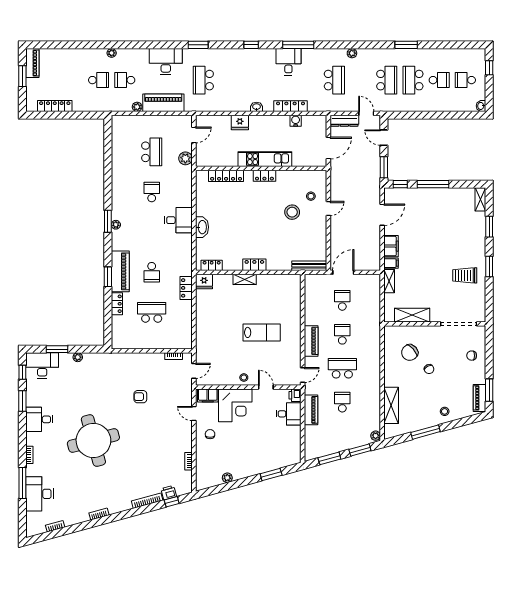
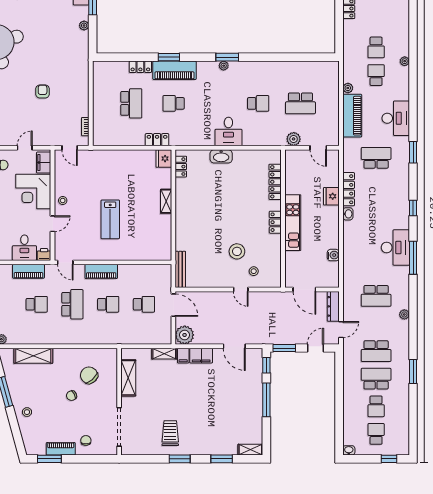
desk: (288, 62) -> (395, 247), width x1.37
locker: (290, 106) -> (349, 189), moved
plant: (371, 262) -> (185, 335), added
locker: (254, 265) -> (181, 212), removed
piano: (479, 398) -> (61, 449), moved

